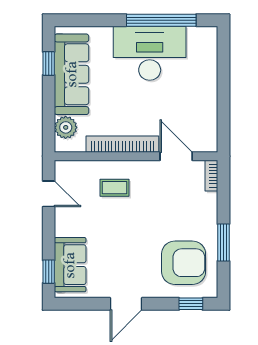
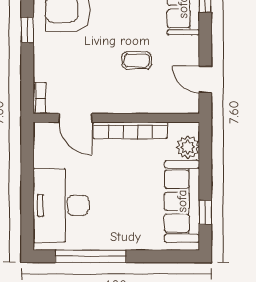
desk: (150, 53) -> (61, 205), moved, turned 90
coffee table: (115, 188) -> (137, 60), moved
window: (223, 243) -> (27, 30), width x0.67

